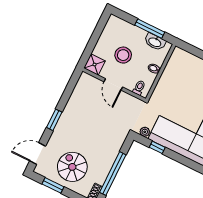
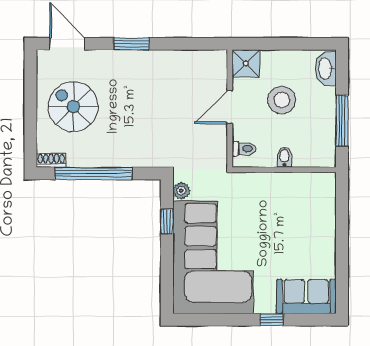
washbasin: (155, 42) -> (326, 69), moved
spiral stairs: (72, 167) -> (73, 107), turned -90
window: (53, 185) -> (30, 91), removed

